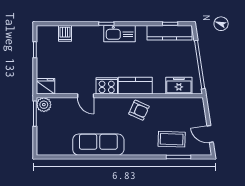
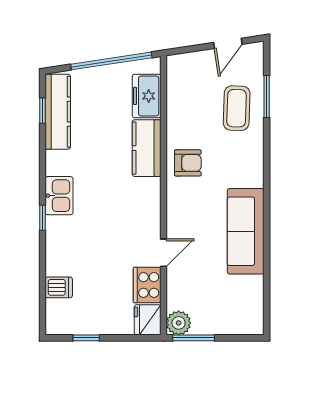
kitchen sink: (120, 34) -> (59, 196), width x0.73
cooker: (107, 86) -> (147, 285), moved
kitchen counter: (135, 86) -> (147, 148), moved
armchair: (139, 110) -> (188, 163), turned 66

